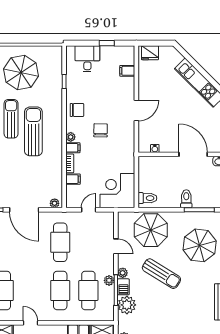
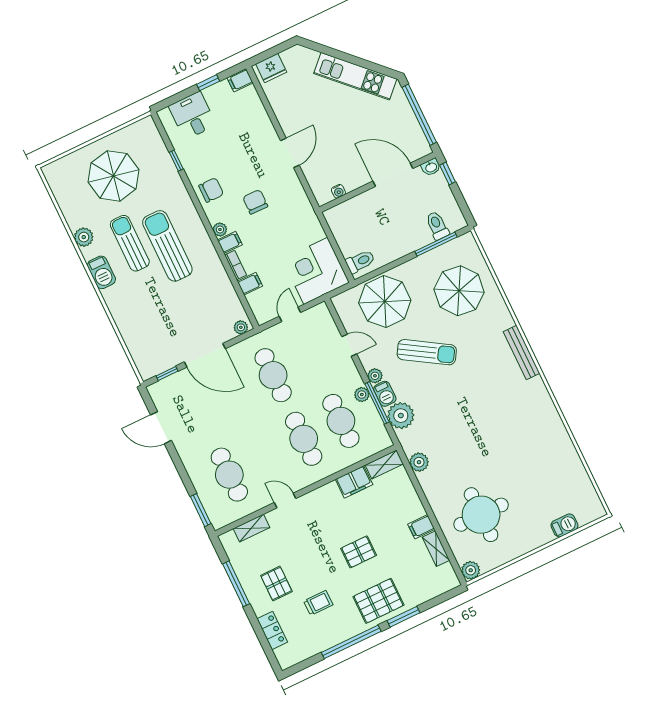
filing cabinet: (127, 71) -> (240, 80), moved
toilet: (186, 199) -> (437, 226), moved

